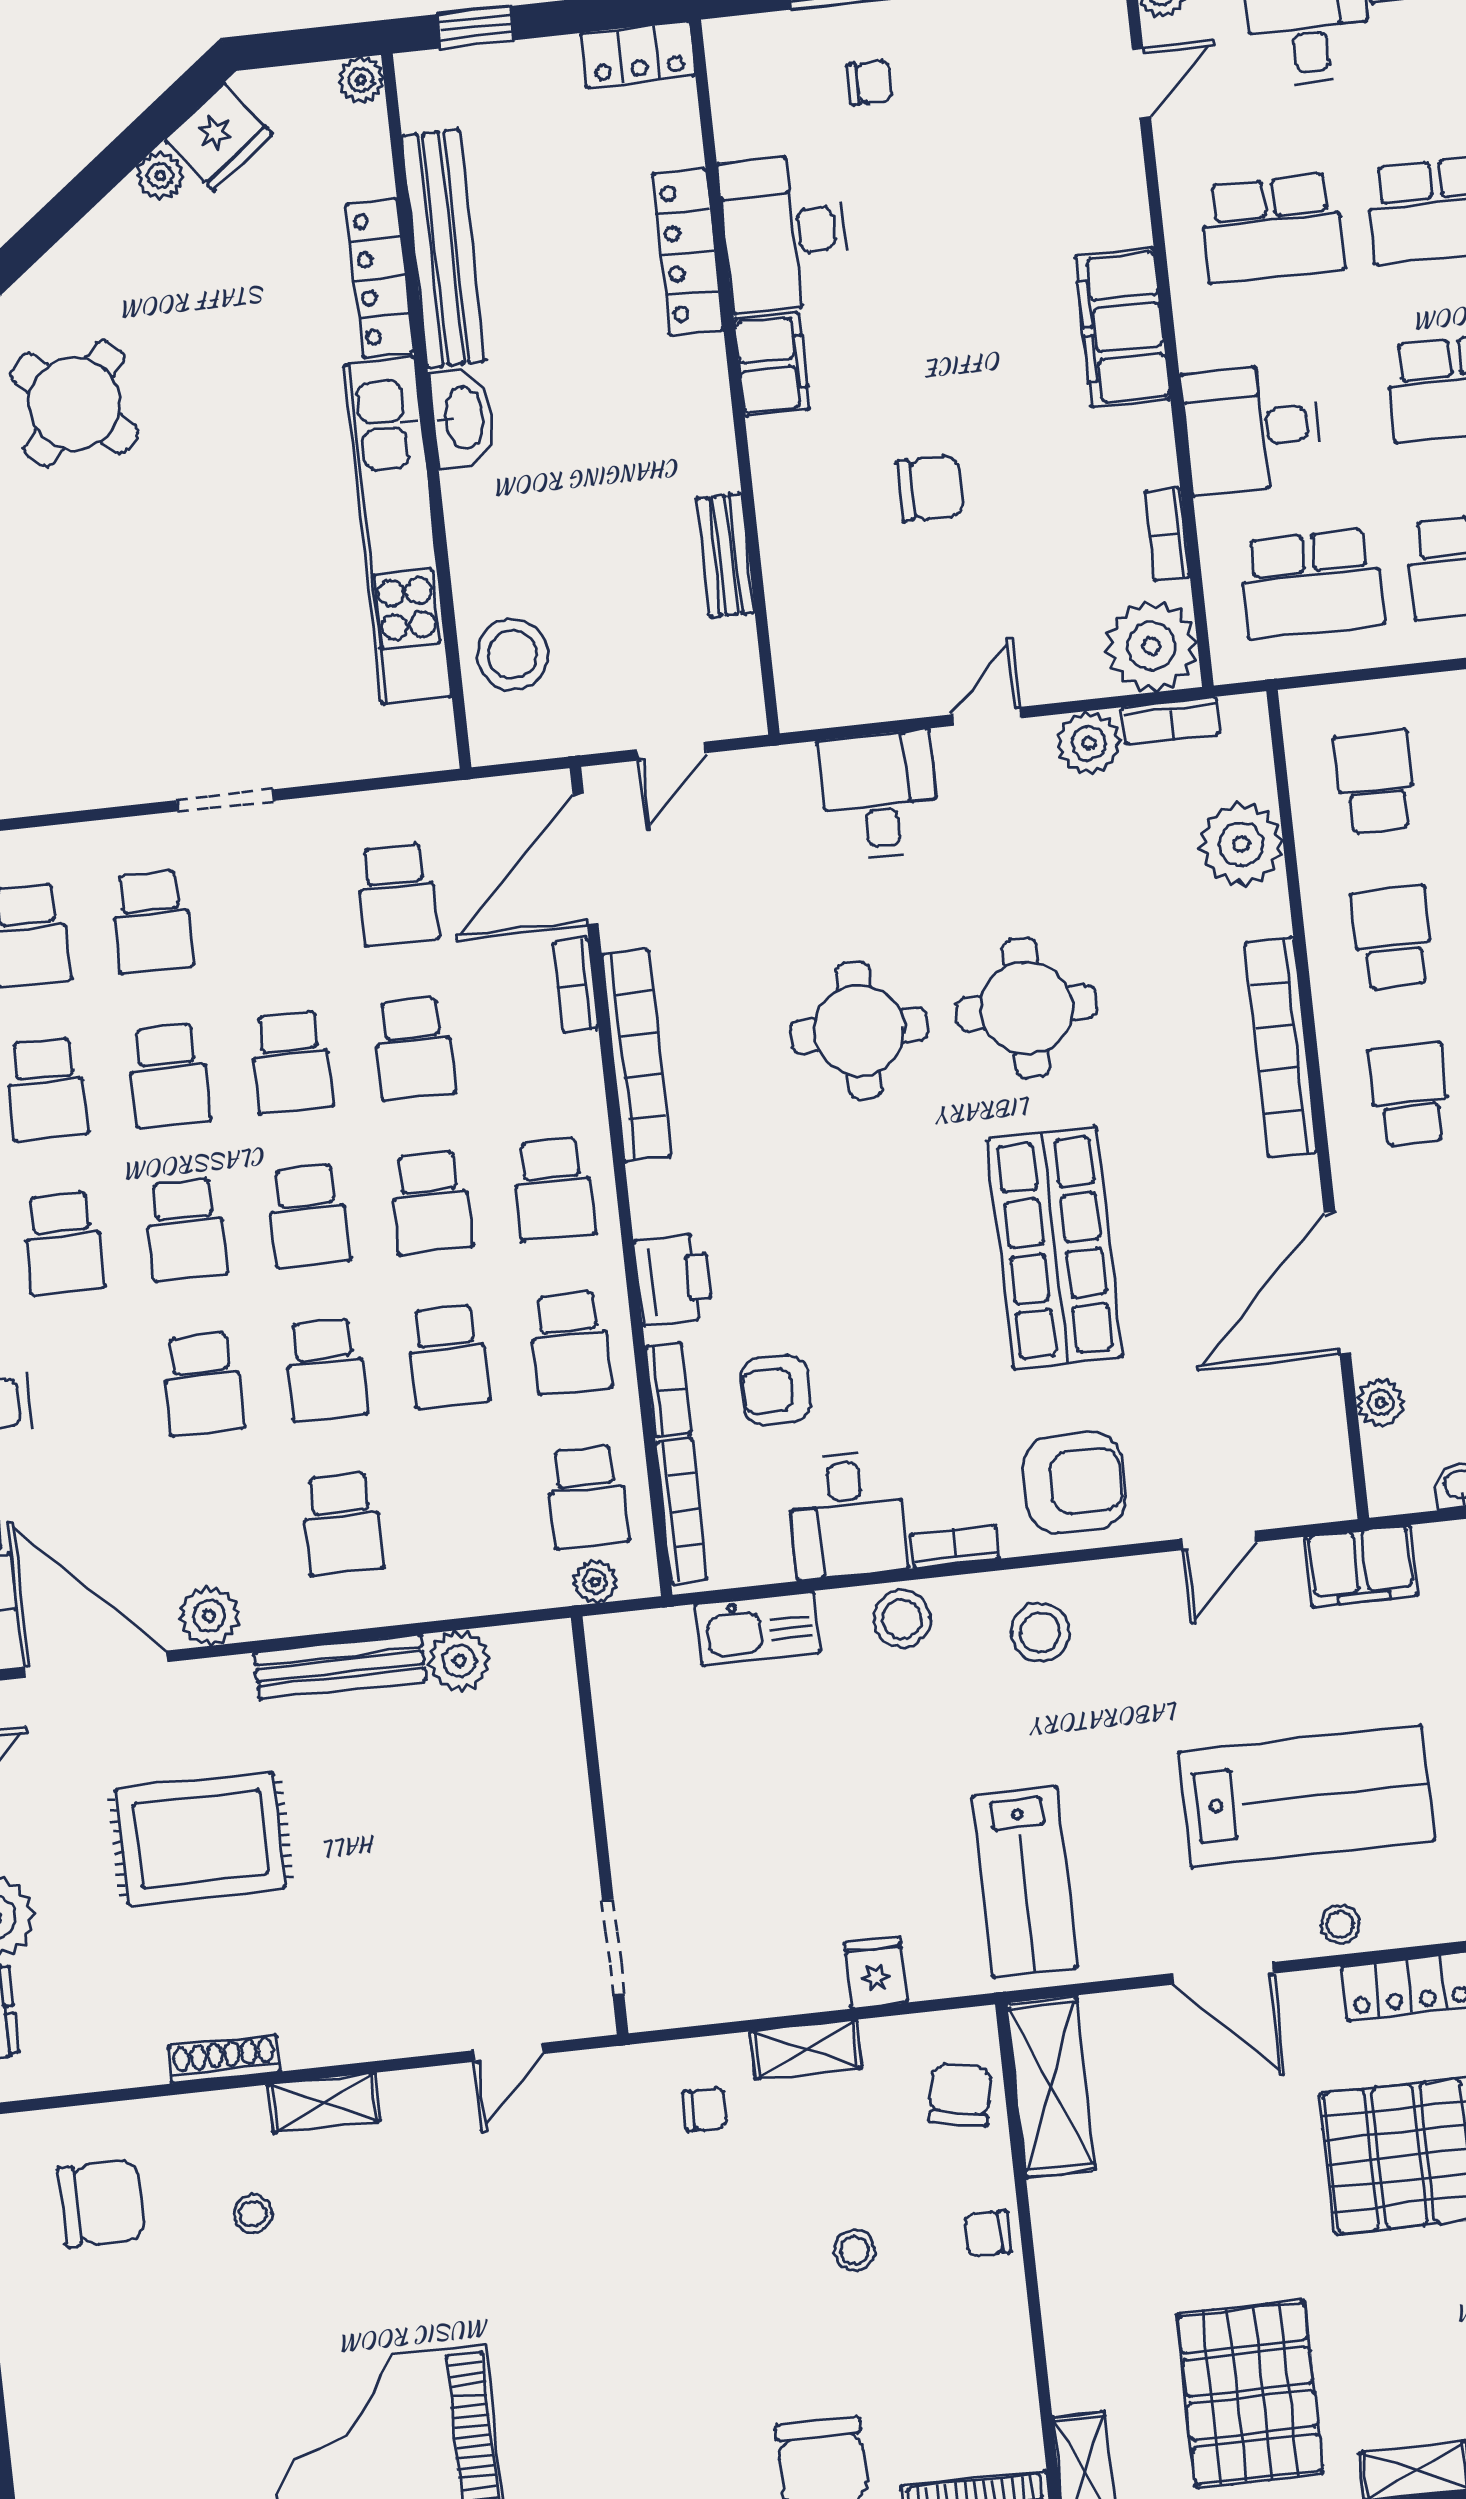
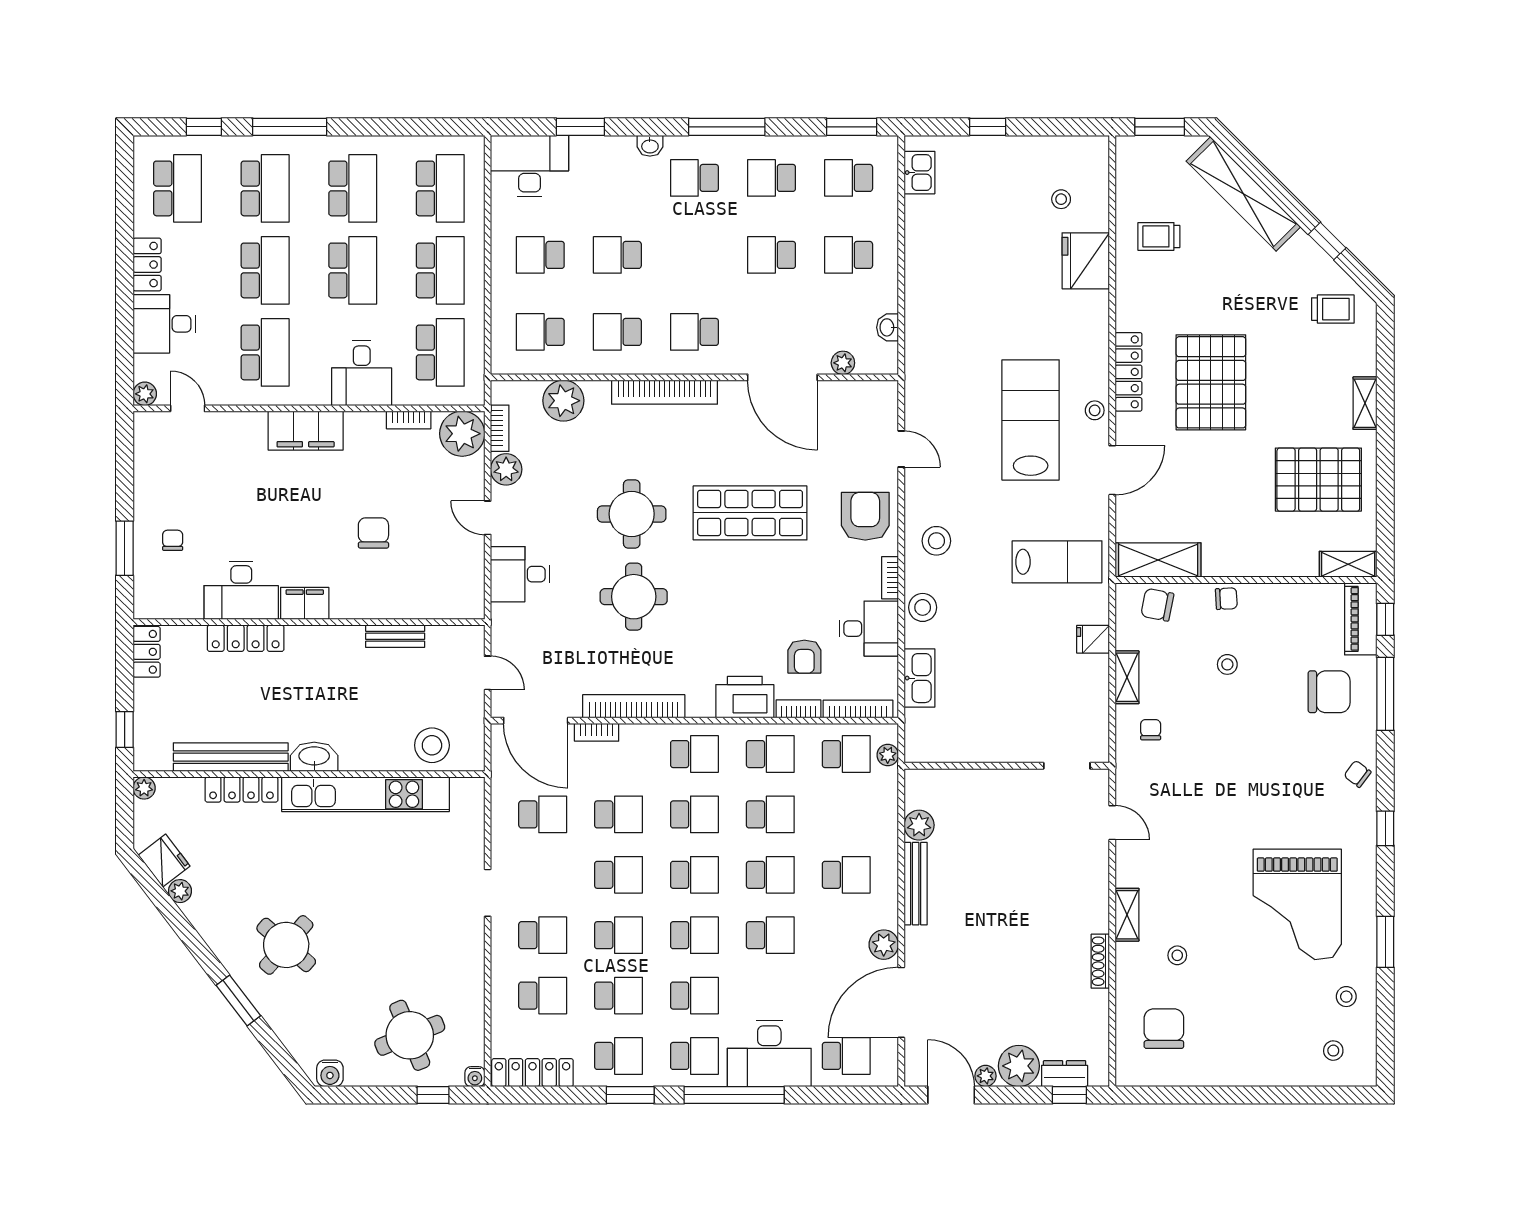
printer: (673, 1279) -> (745, 697), width x1.37, depth x1.19
filing cabinet: (1361, 1566) -> (921, 381), removed
rug: (201, 1839) -> (992, 961), removed
chair: (988, 2233) -> (1226, 599), turned -93

